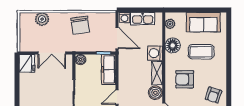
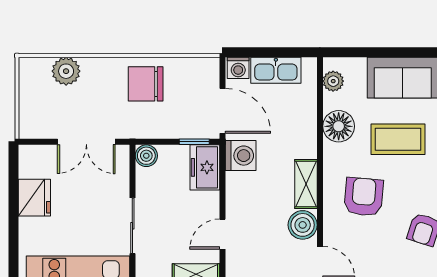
chair: (80, 25) -> (146, 84), turned 98
washing machine: (155, 53) -> (241, 156), moved, turned 180
fridge: (27, 63) -> (34, 198), moved
freezer: (109, 70) -> (205, 167), width x0.71
armchair: (185, 79) -> (364, 197), turned 95

